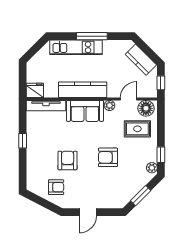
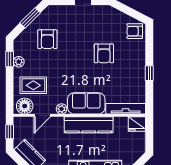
armchair: (108, 157) -> (47, 39), moved, turned 90
plant: (152, 168) -> (19, 62), moved
armchair: (56, 187) -> (135, 31), moved

